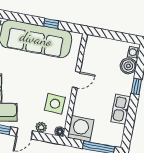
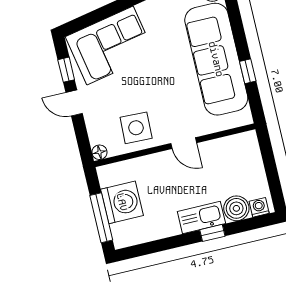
kitchen sink: (121, 109) -> (201, 218), moved
plant: (41, 127) -> (94, 123), removed
washing machine: (81, 129) -> (122, 202), moved

